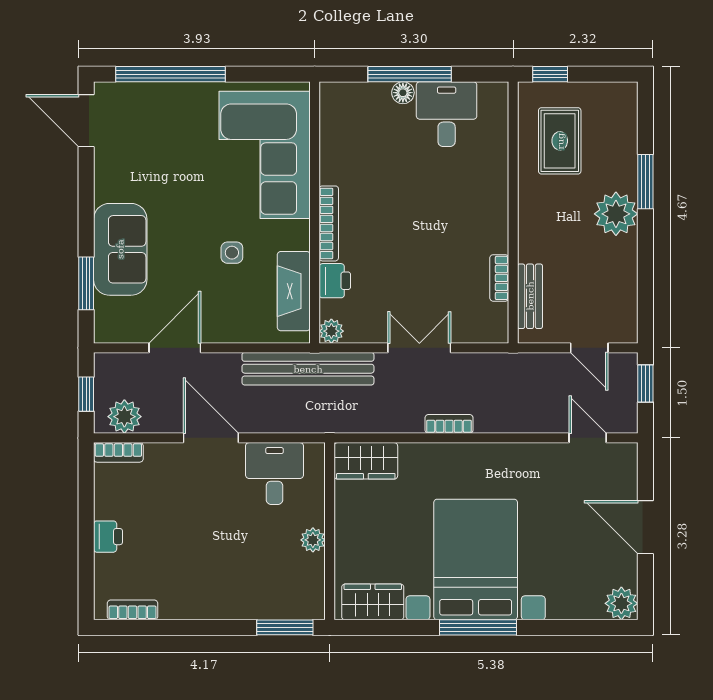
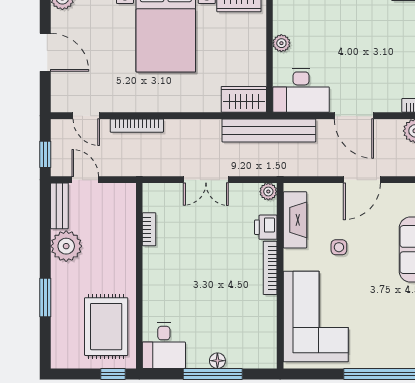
desk: (447, 114) -> (164, 346), moved
rug: (560, 141) -> (106, 327), width x1.36, depth x1.43
plant: (616, 214) -> (66, 246), moved
bench: (530, 296) -> (59, 206), moved
door: (175, 348) -> (362, 180), moved
bench: (308, 369) -> (269, 130), moved
bookcase: (449, 424) -> (137, 126), moved, width x1.56
desk: (274, 474) -> (301, 90), width x1.37

